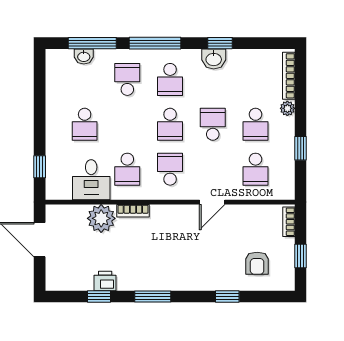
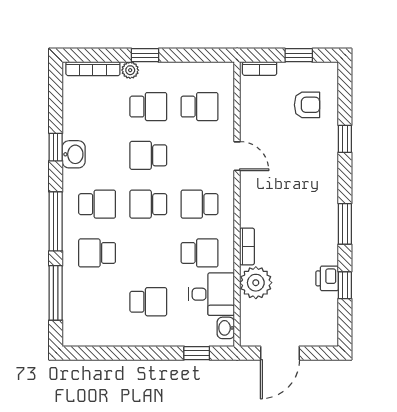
washbasin: (84, 56) -> (226, 328), moved, turned 180
school desk: (170, 124) -> (148, 204), turned 180
window: (301, 148) -> (145, 55), moved

